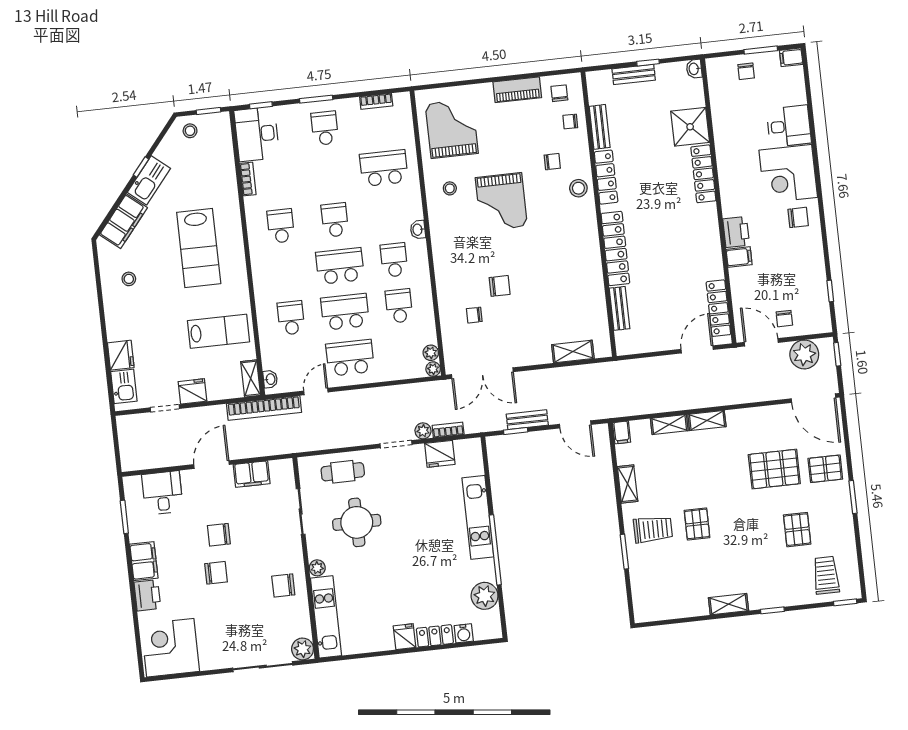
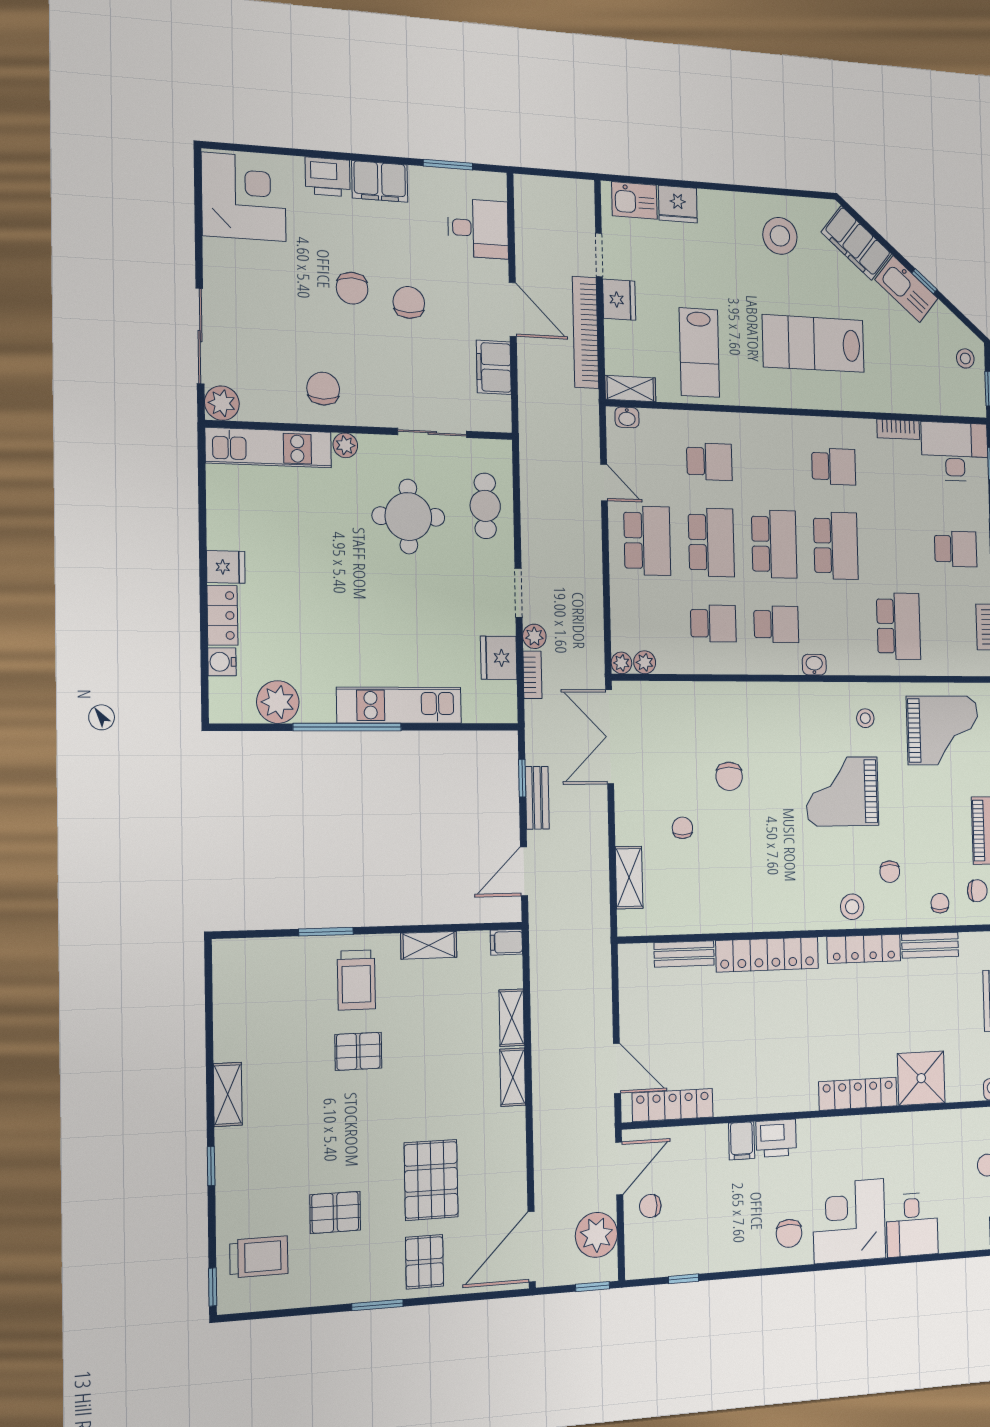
school desk: (335, 220) -> (836, 546), width x1.85
stool: (129, 279) -> (780, 236), width x1.89, depth x1.89
chair: (474, 315) -> (682, 828), moved
bookcase: (264, 408) -> (586, 332), moved

